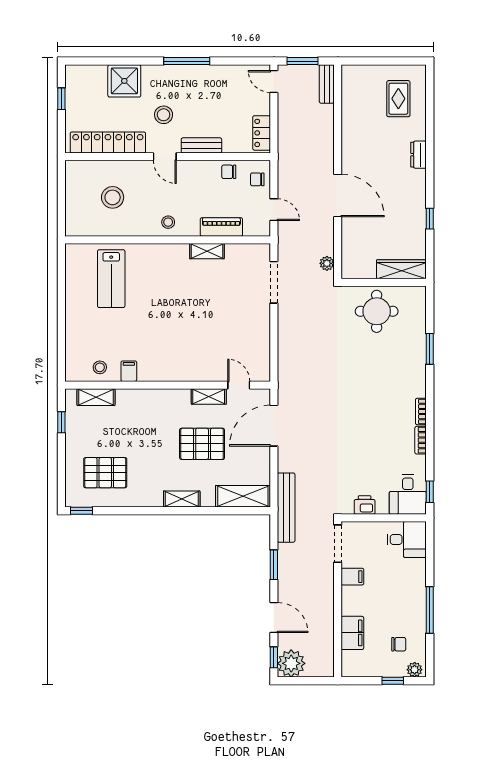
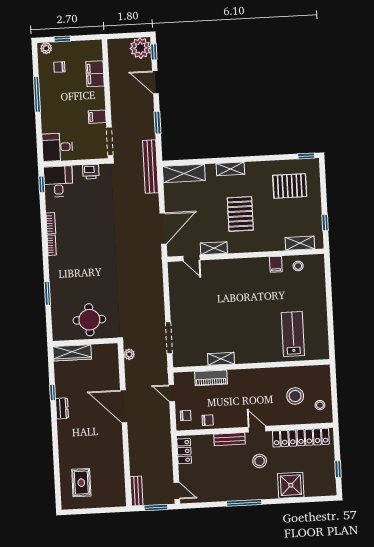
dresser: (419, 155) -> (62, 408), moved
stool: (168, 222) -> (320, 405), moved
pallet: (202, 444) -> (240, 214), moved, turned 90

